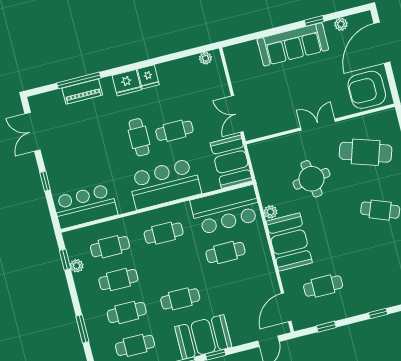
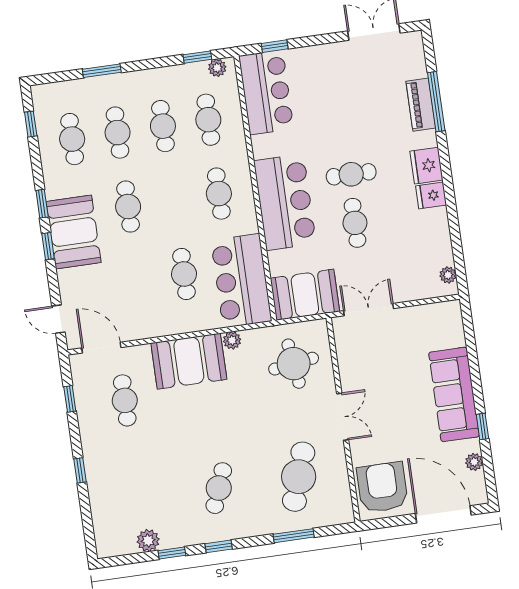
round table: (311, 179) -> (294, 364), moved
window: (45, 181) -> (275, 46), moved
plant: (77, 266) -> (217, 68), moved

